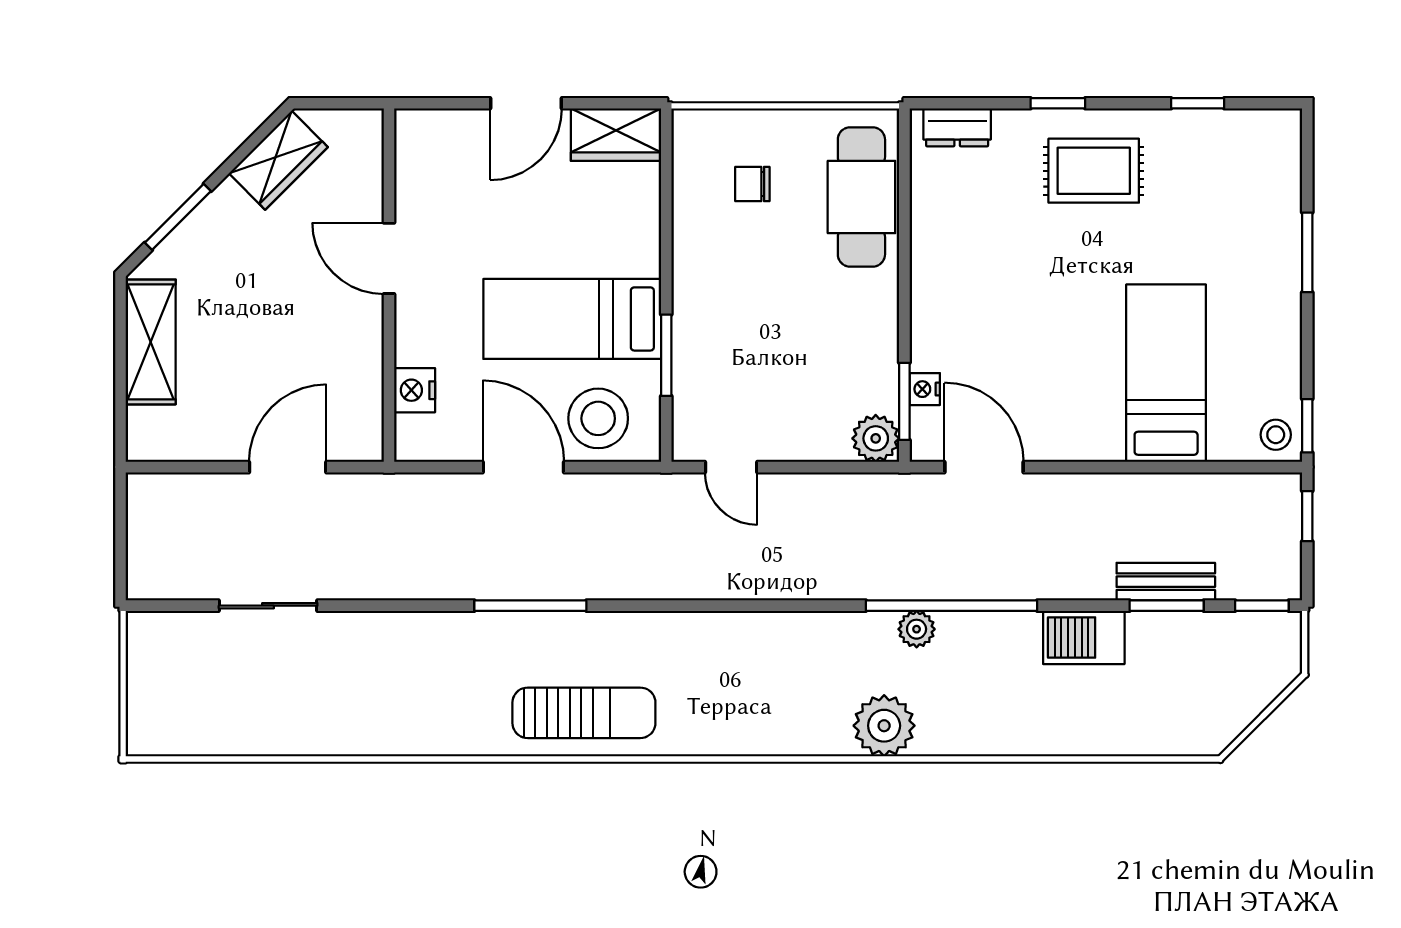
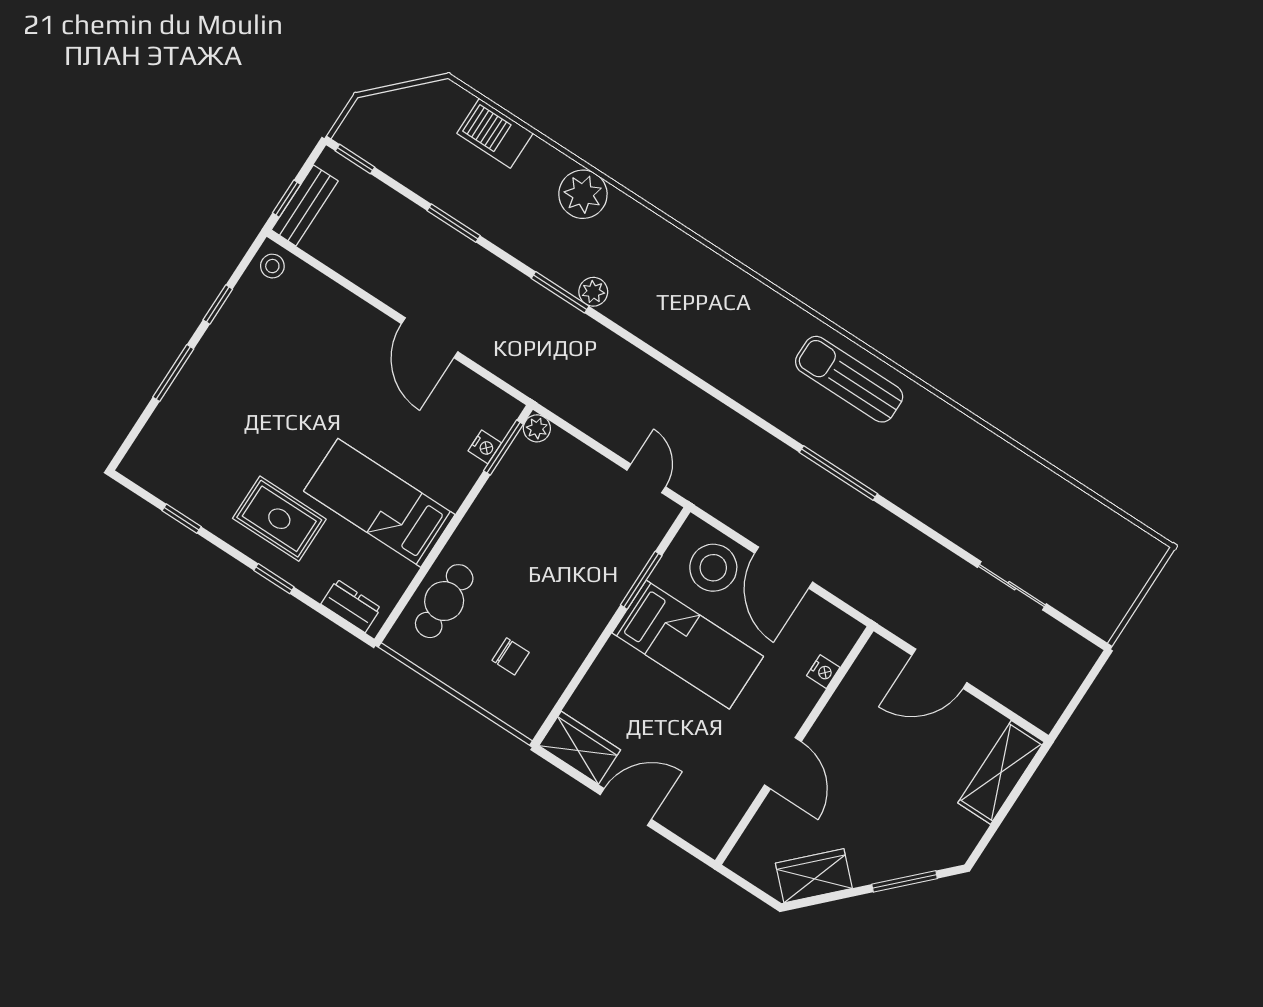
cafe table: (861, 197) -> (444, 601), width x0.73, depth x0.74
shelving: (151, 342) -> (1001, 772), moved
bed: (1166, 373) -> (379, 503), moved, turned 90
nightstand: (415, 390) -> (823, 672), width x0.72, depth x0.74
window: (1307, 426) -> (218, 305), moved
plant: (876, 438) -> (537, 428), width x0.73, depth x0.73
door: (984, 467) -> (430, 338), moved
bench: (1166, 582) -> (305, 205), moved, turned 90
window: (951, 606) -> (560, 292), width x0.47
window: (1167, 606) -> (454, 223), moved
barbecue: (1084, 637) -> (495, 133), moved, turned 180
plant: (884, 726) -> (583, 194), moved

